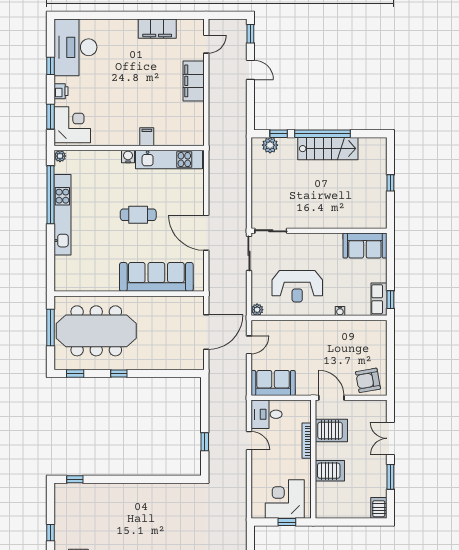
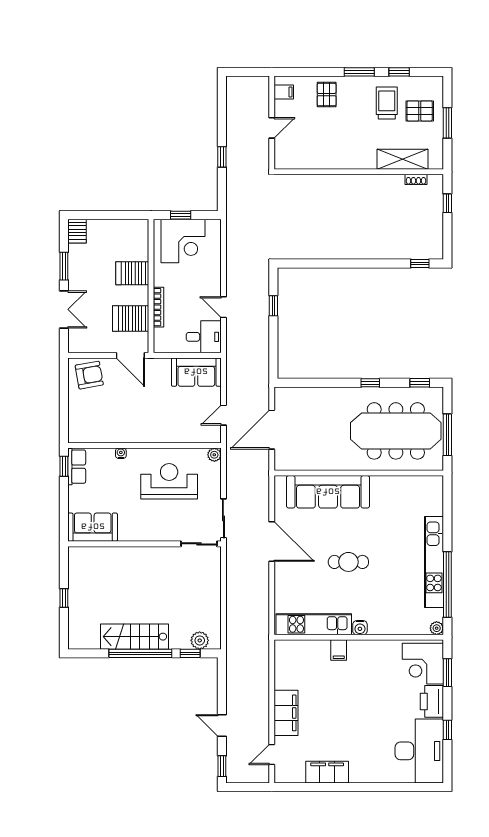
printer: (61, 91) -> (432, 701), width x1.87, depth x1.48

